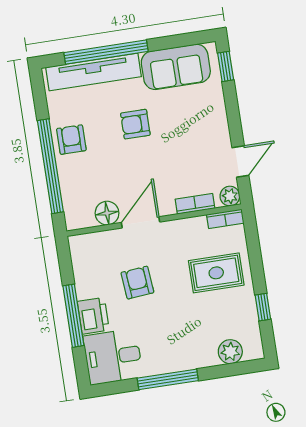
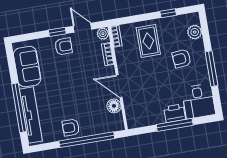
window: (226, 66) -> (57, 32), moved
armchair: (135, 124) -> (63, 46), moved, turned -90
armchair: (137, 283) -> (182, 59), moved

